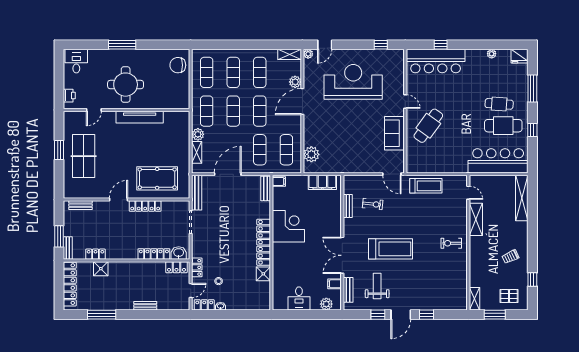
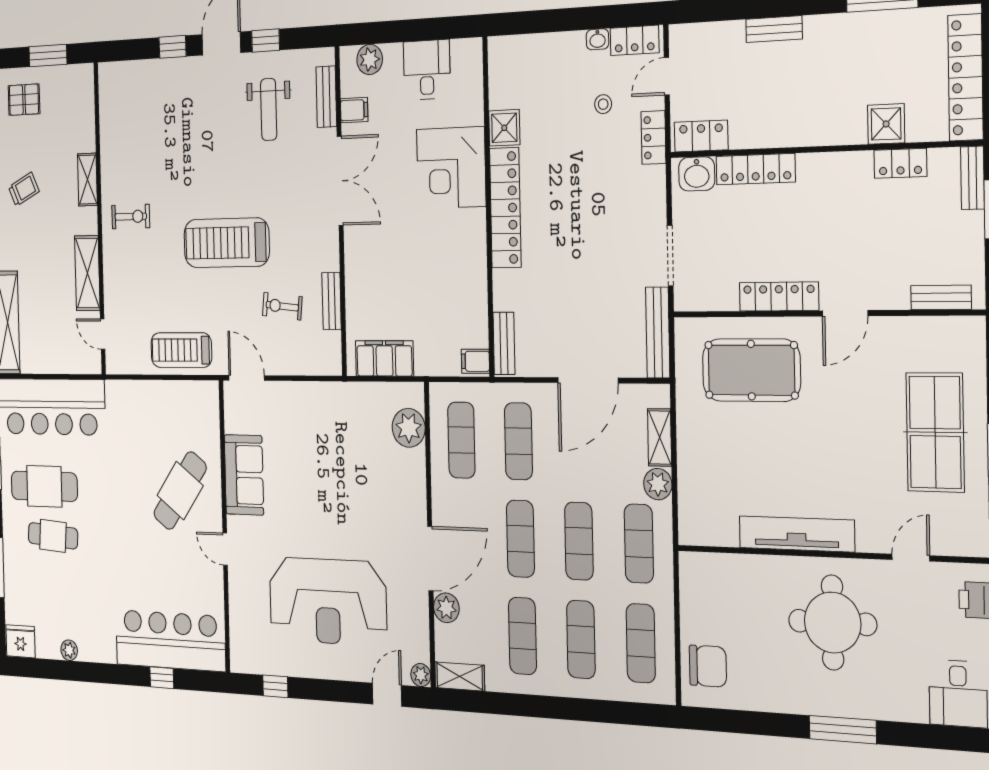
corner desk: (288, 226) -> (451, 168), moved
treadmill: (391, 249) -> (226, 243), moved
shelving: (474, 299) -> (87, 180), moved

